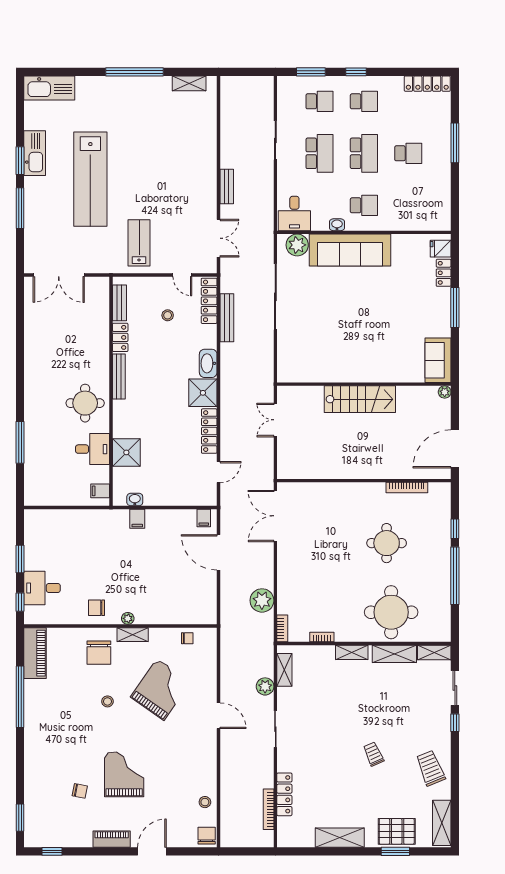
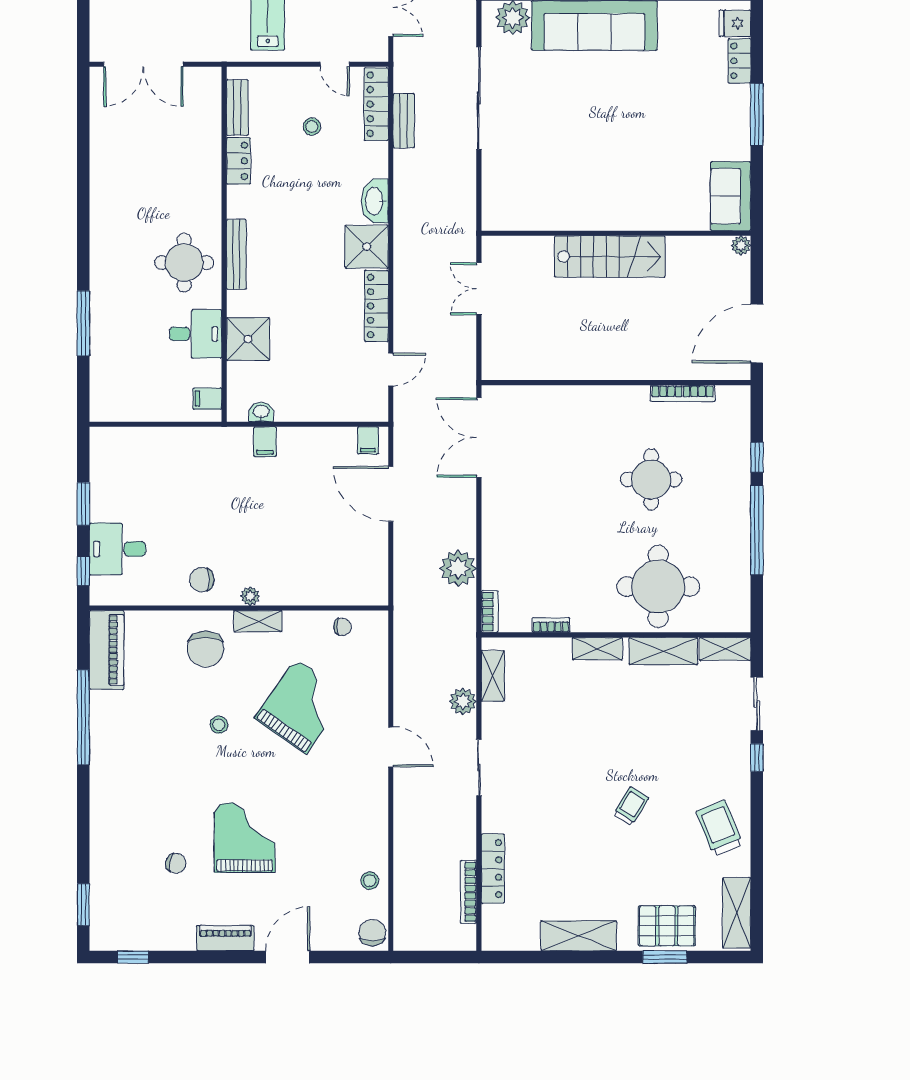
bench: (227, 318) -> (404, 121), width x0.73
bench: (119, 376) -> (236, 254), moved
trolley: (374, 754) -> (631, 806), turned 56

